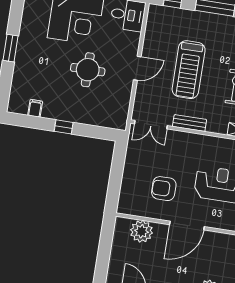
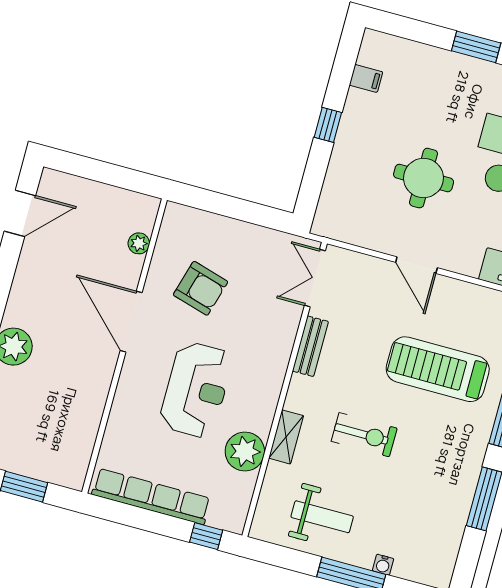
treadmill: (189, 70) -> (438, 369), moved
armchair: (164, 189) -> (201, 288), turned 106
plant: (141, 231) -> (139, 243), width x0.53, depth x0.53

